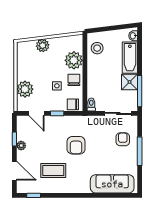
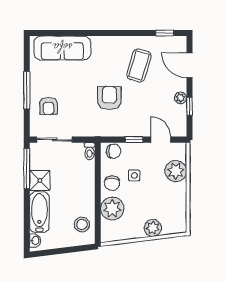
coffee table: (53, 171) -> (139, 65), turned -74

